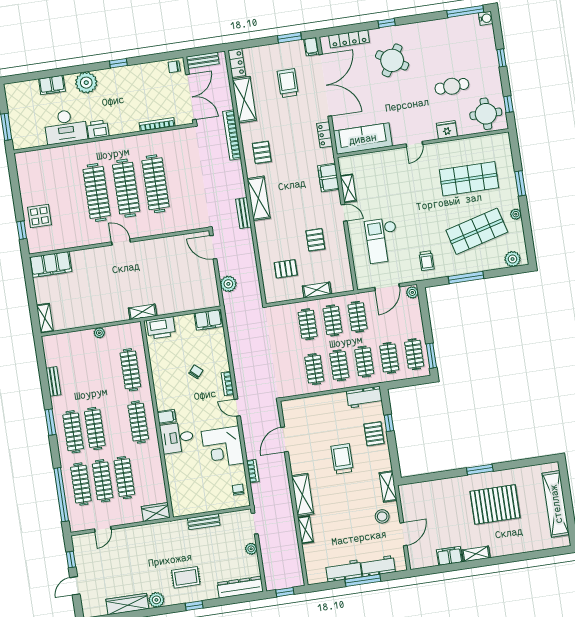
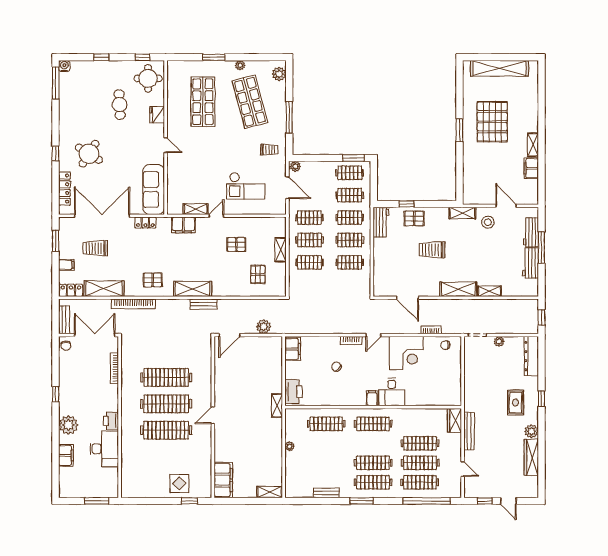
filing cabinet: (311, 47) -> (66, 265), moved
bench: (204, 522) -> (469, 431), moved, width x1.36

